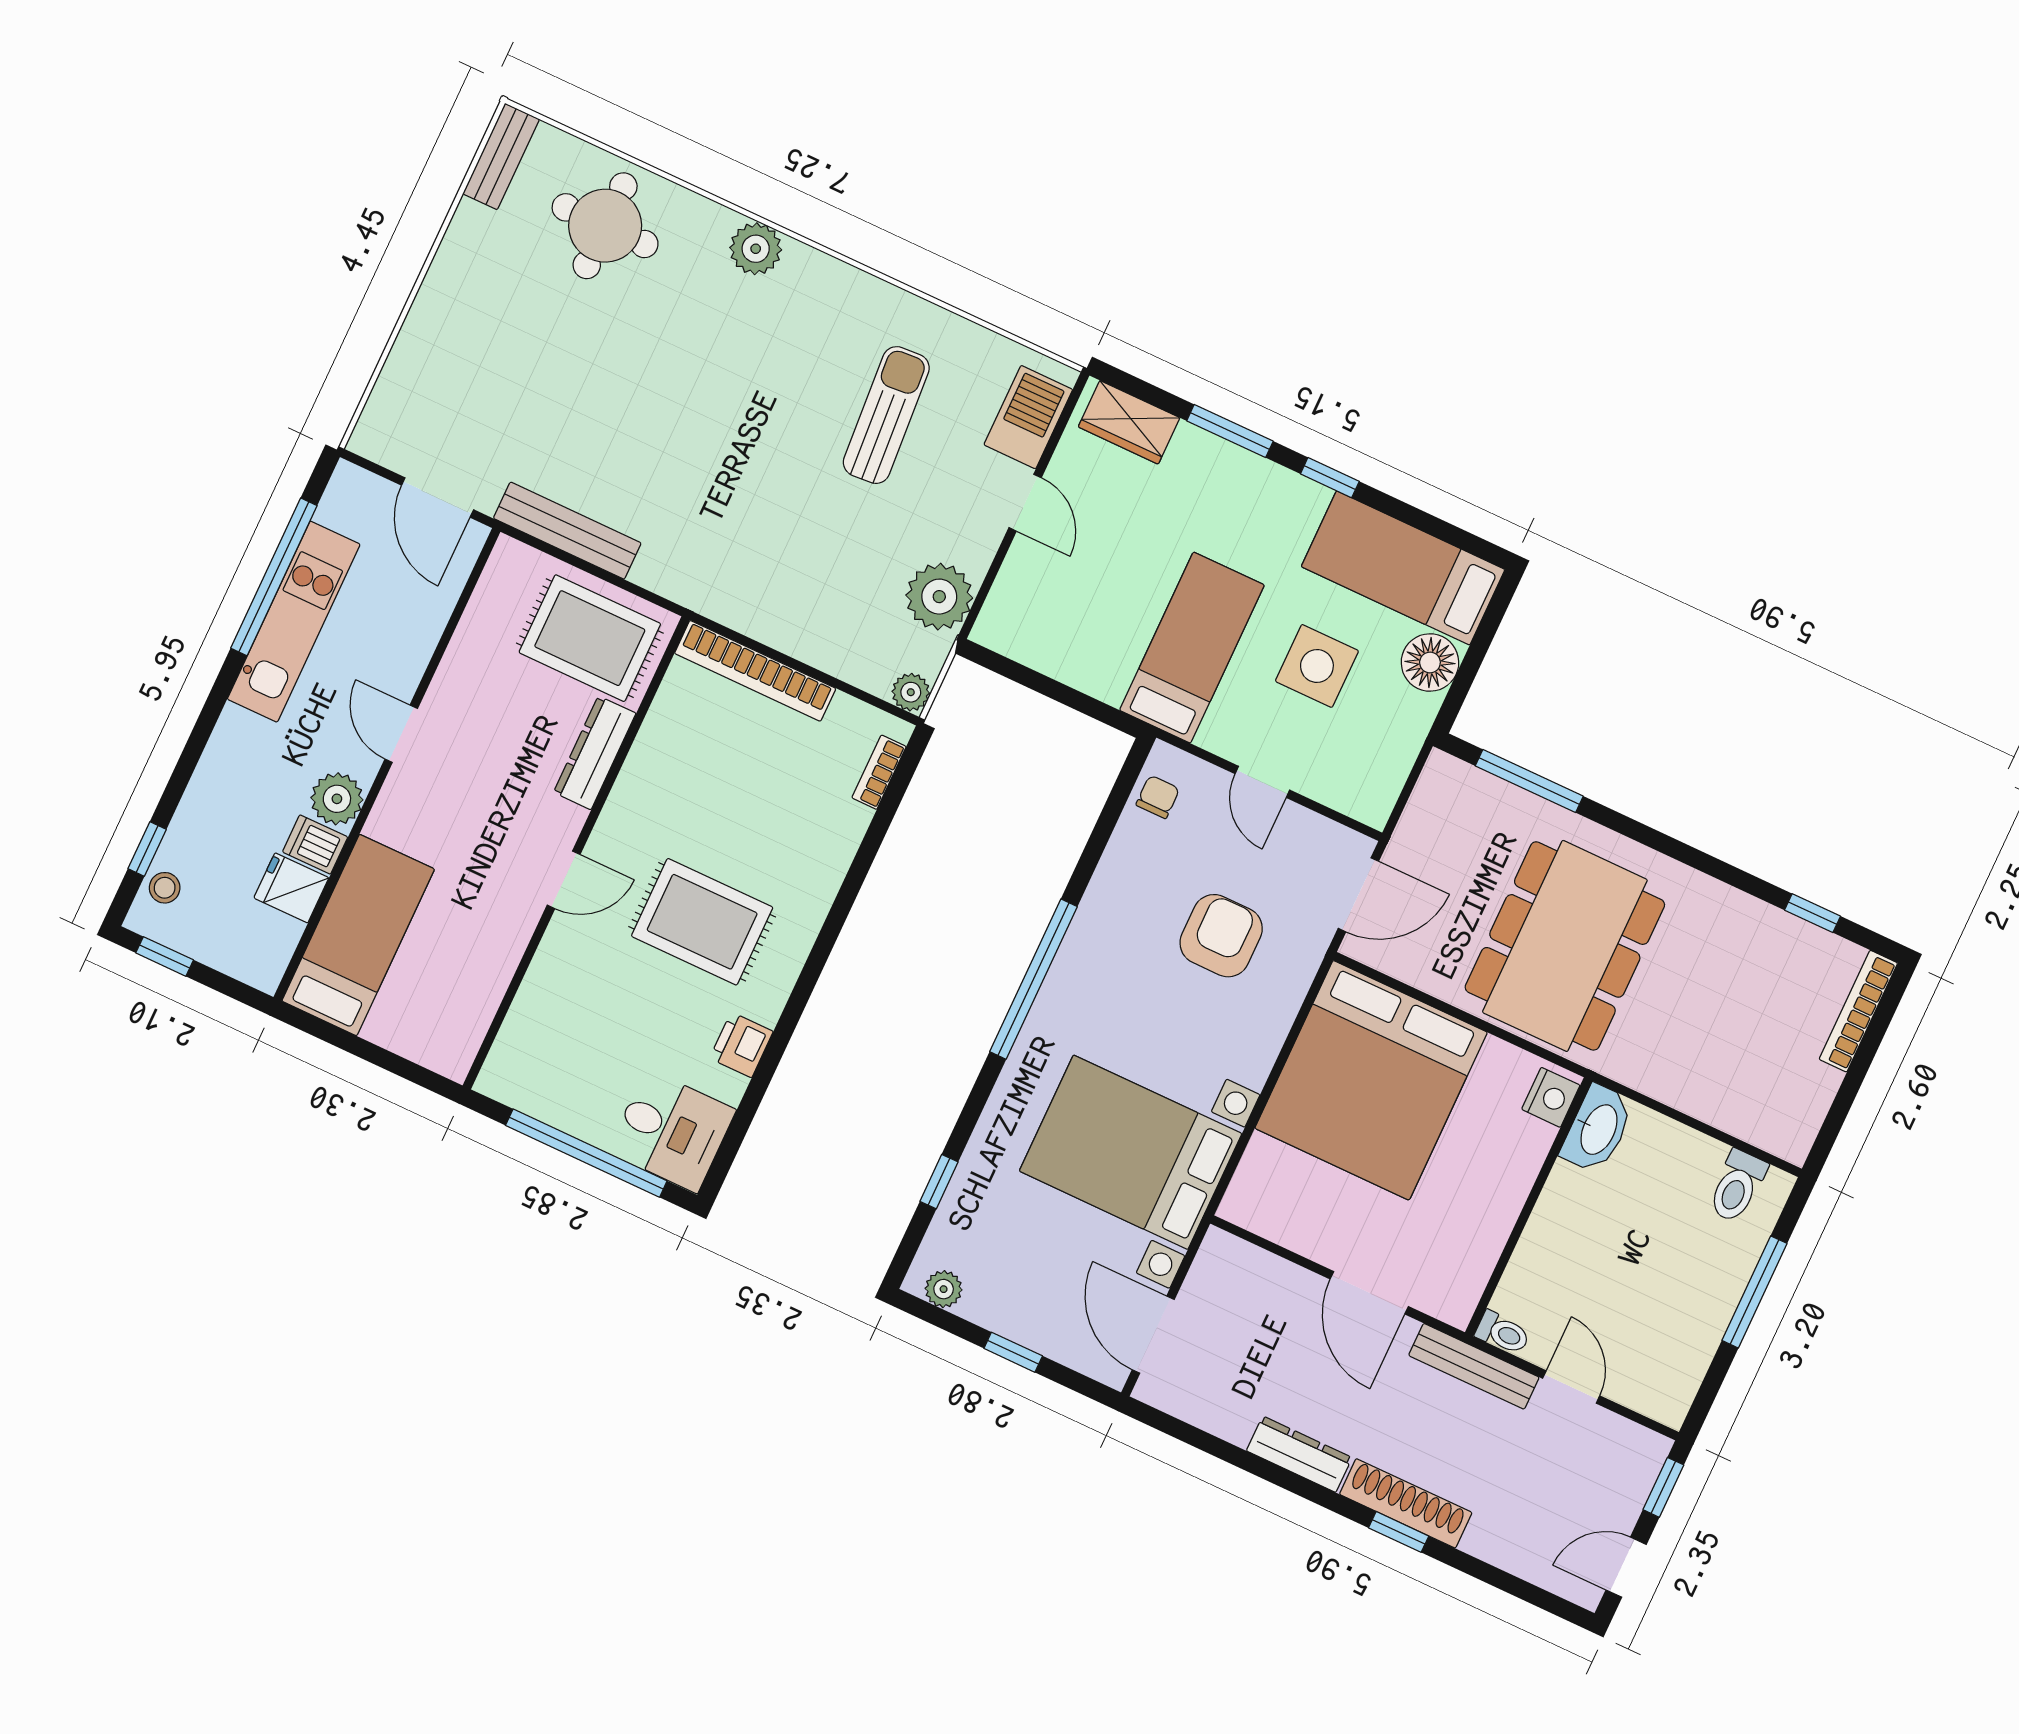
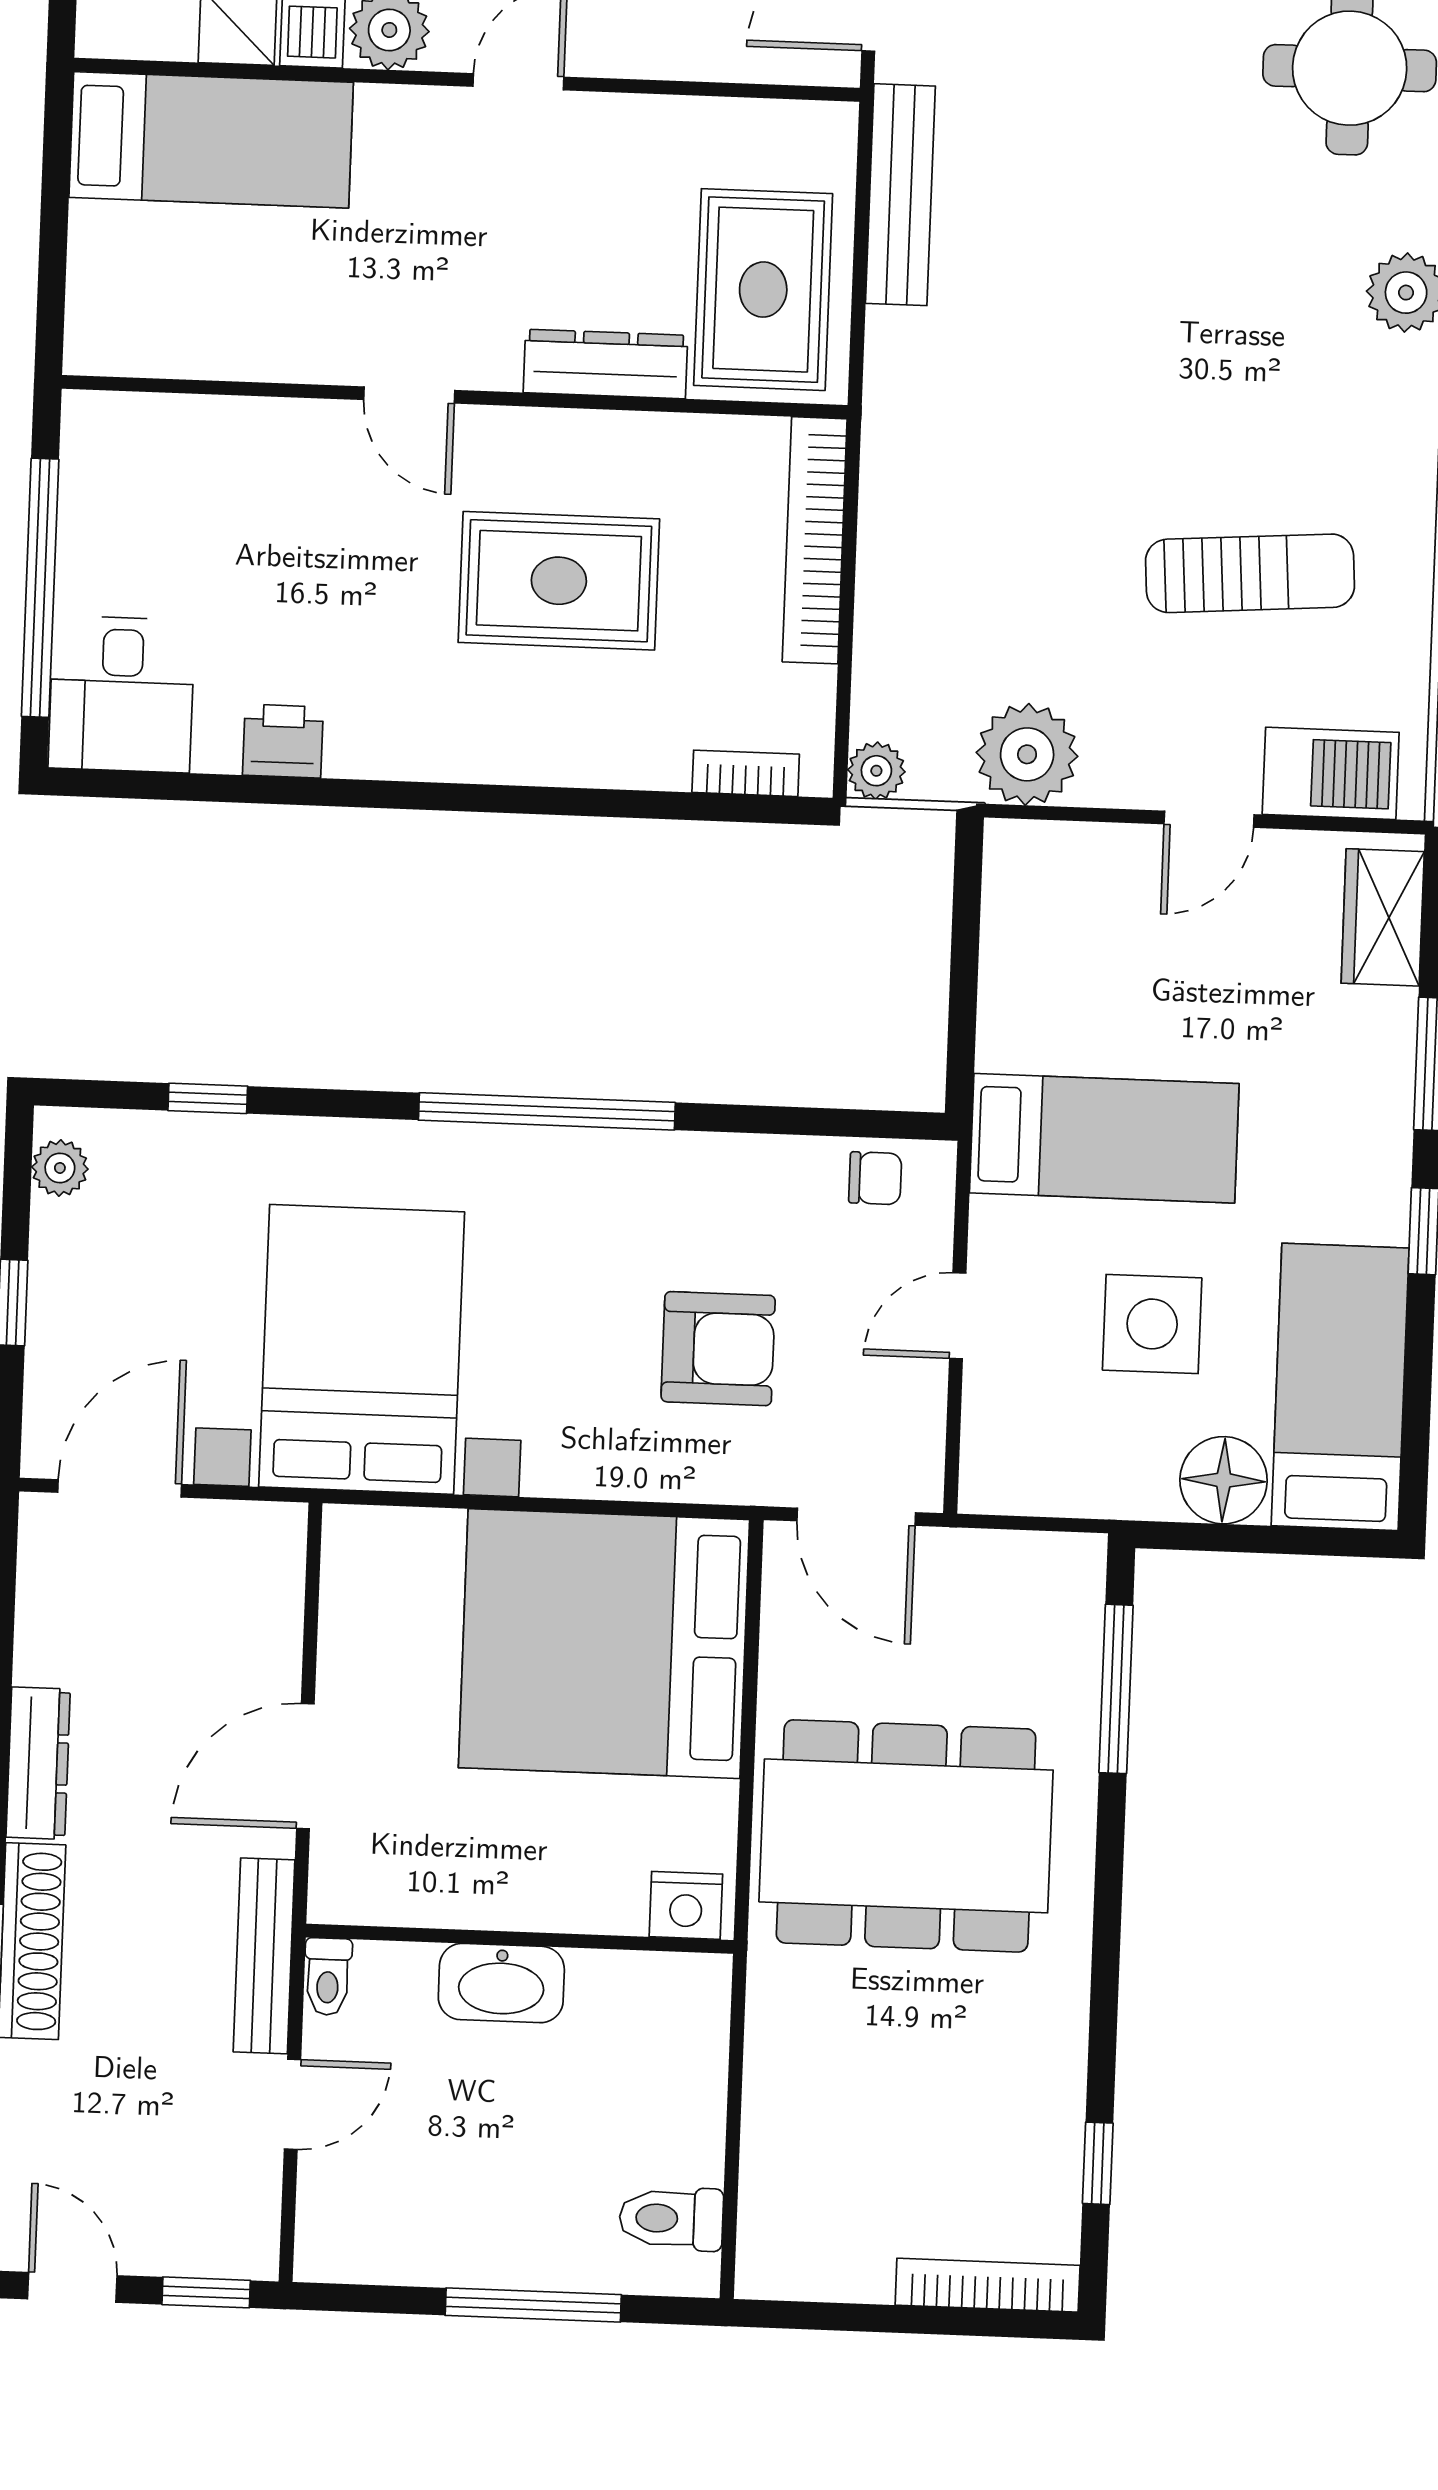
rug: (702, 922) -> (559, 581), moved, turned 90
washbasin: (1598, 1129) -> (501, 1983), moved

